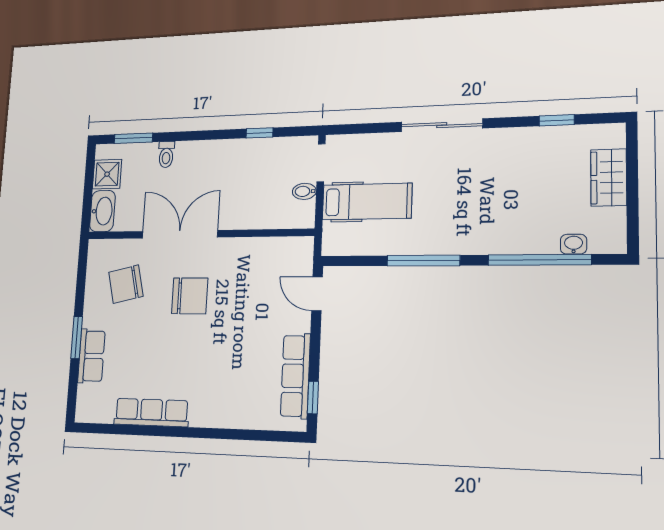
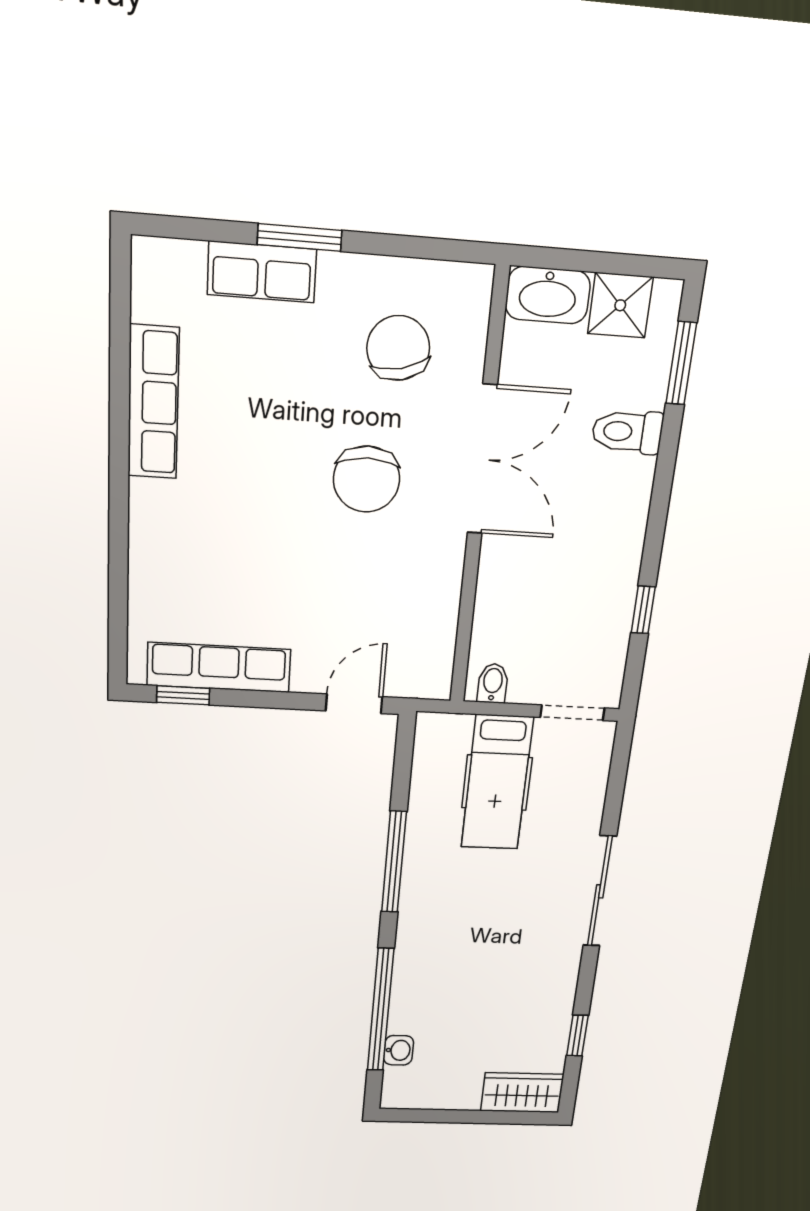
toilet: (166, 154) -> (627, 432), width x1.37, depth x1.39
wardrobe: (609, 178) -> (522, 1093), moved
bidet: (304, 191) -> (493, 683), moved

